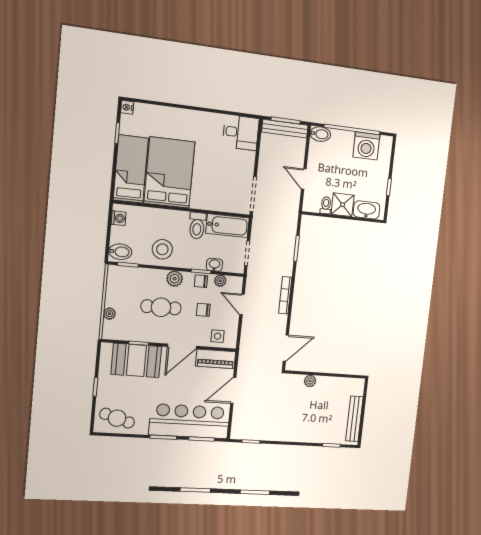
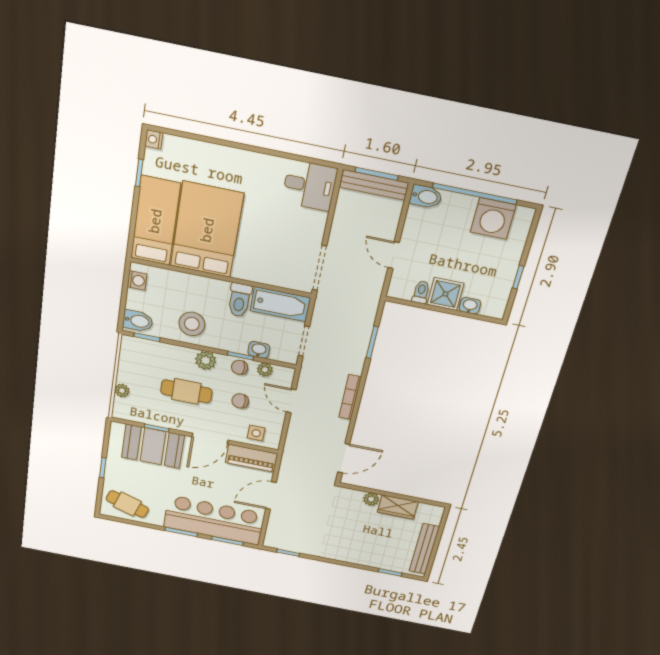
washbasin: (367, 210) -> (470, 306), width x0.52, depth x0.69
wardrobe: (330, 384) -> (398, 507), added

